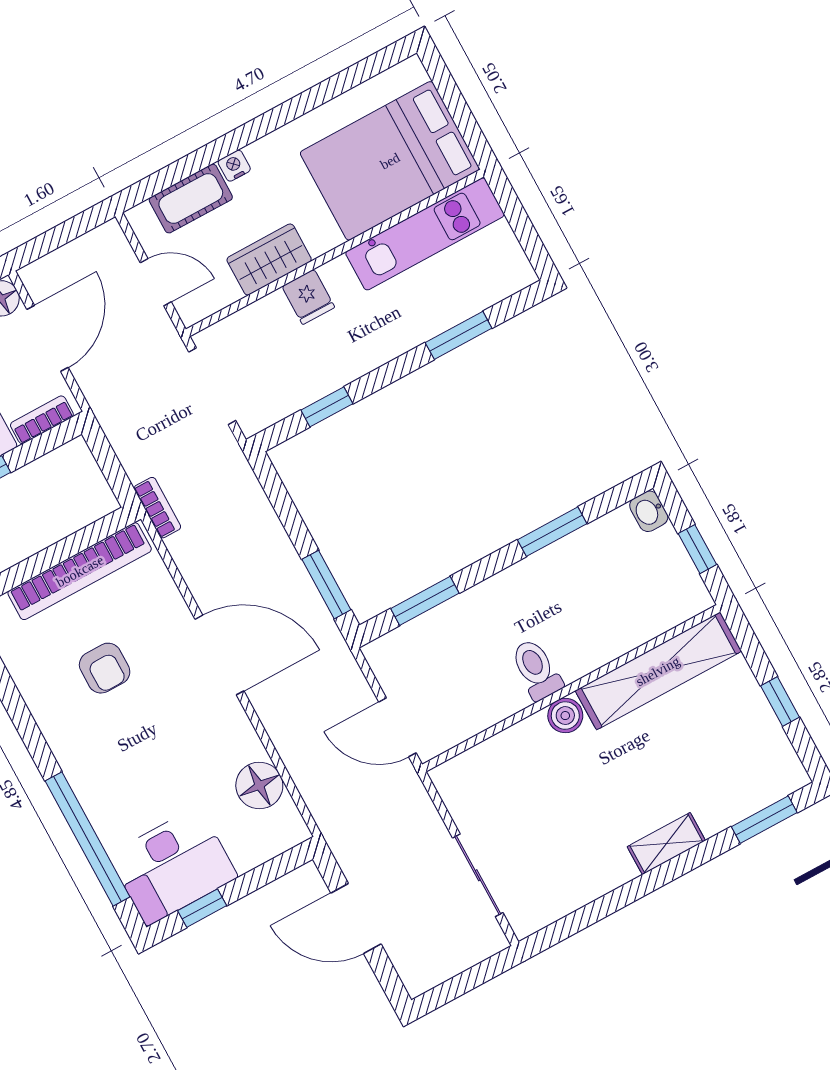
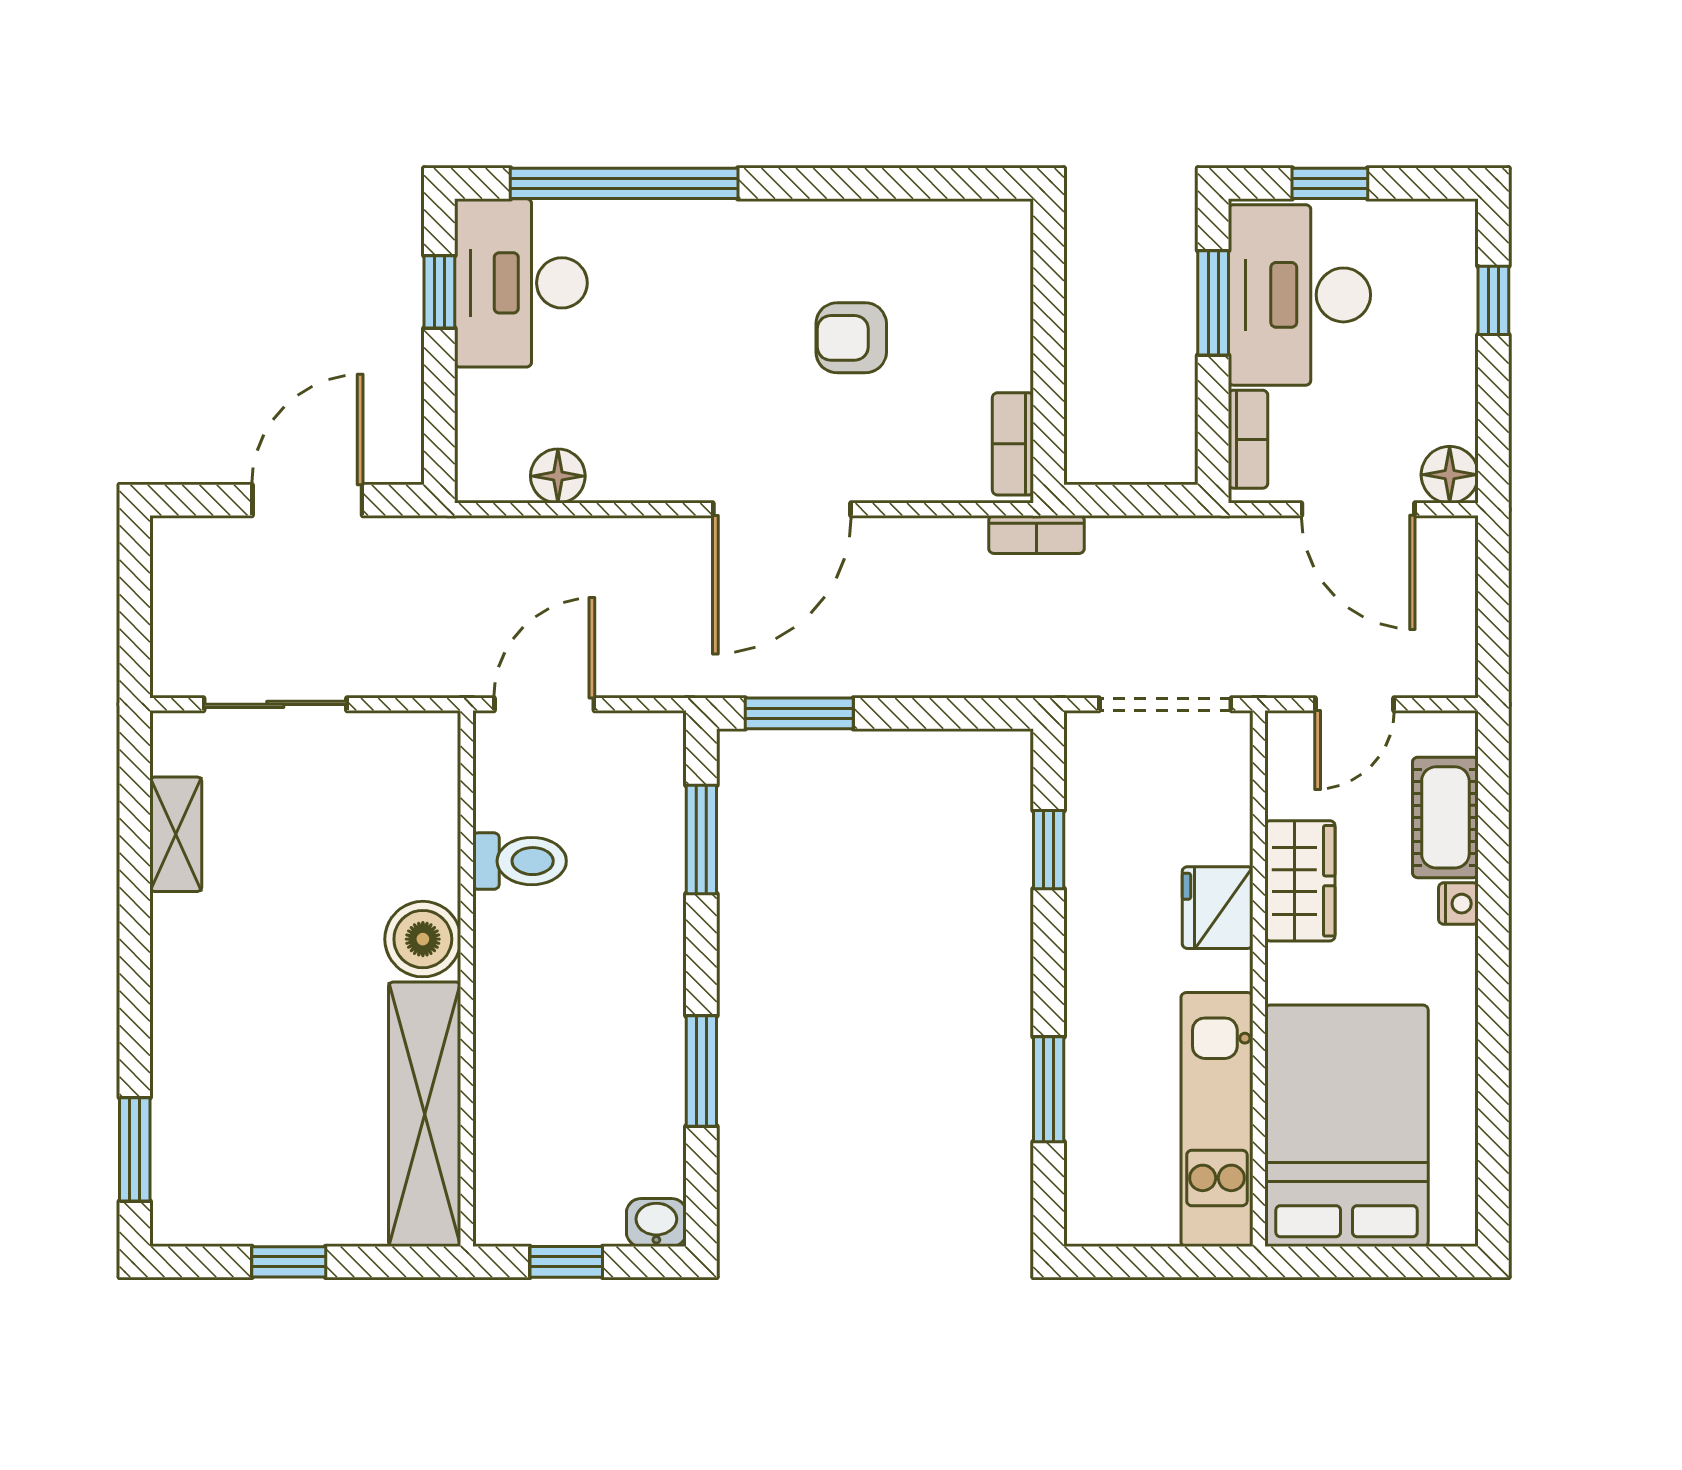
fridge: (308, 297) -> (1218, 908), width x1.38
bookcase: (80, 571) -> (1013, 444), width x0.43, depth x0.76
toilet: (536, 670) -> (520, 861), moved
boiler: (565, 716) -> (423, 939), width x1.36, depth x1.36
floor lamp: (259, 785) -> (558, 476), width x0.73, depth x0.73
shelving: (666, 844) -> (176, 834), moved

